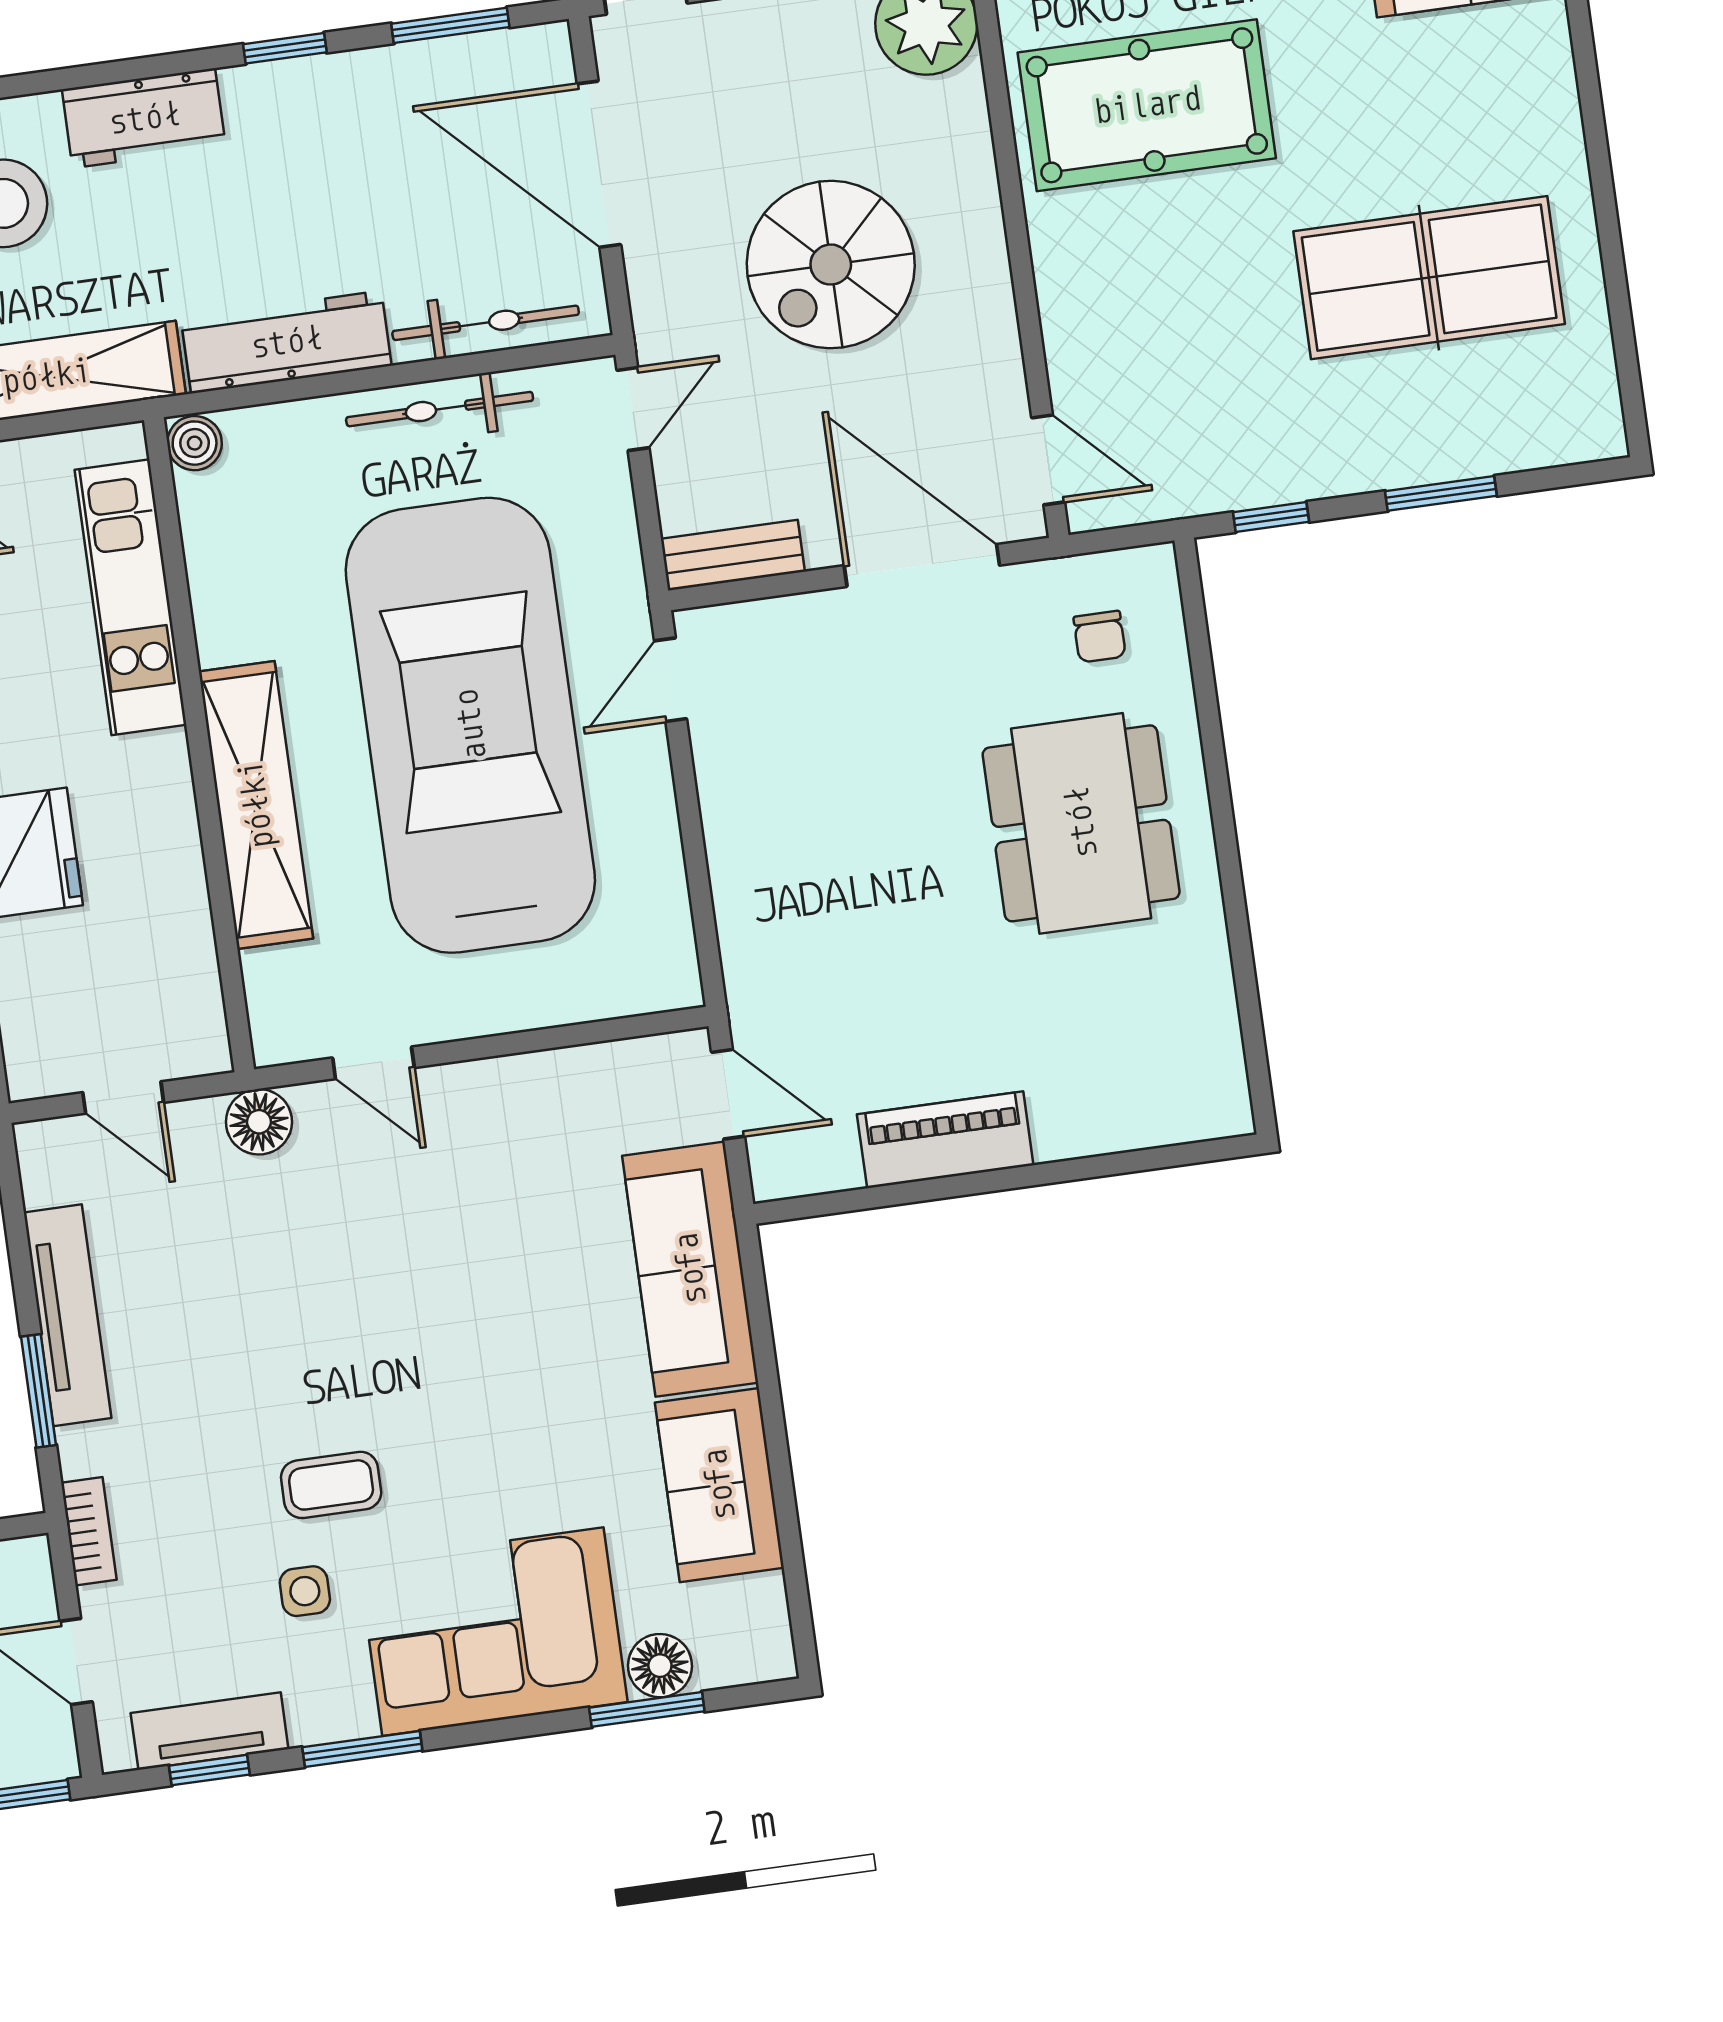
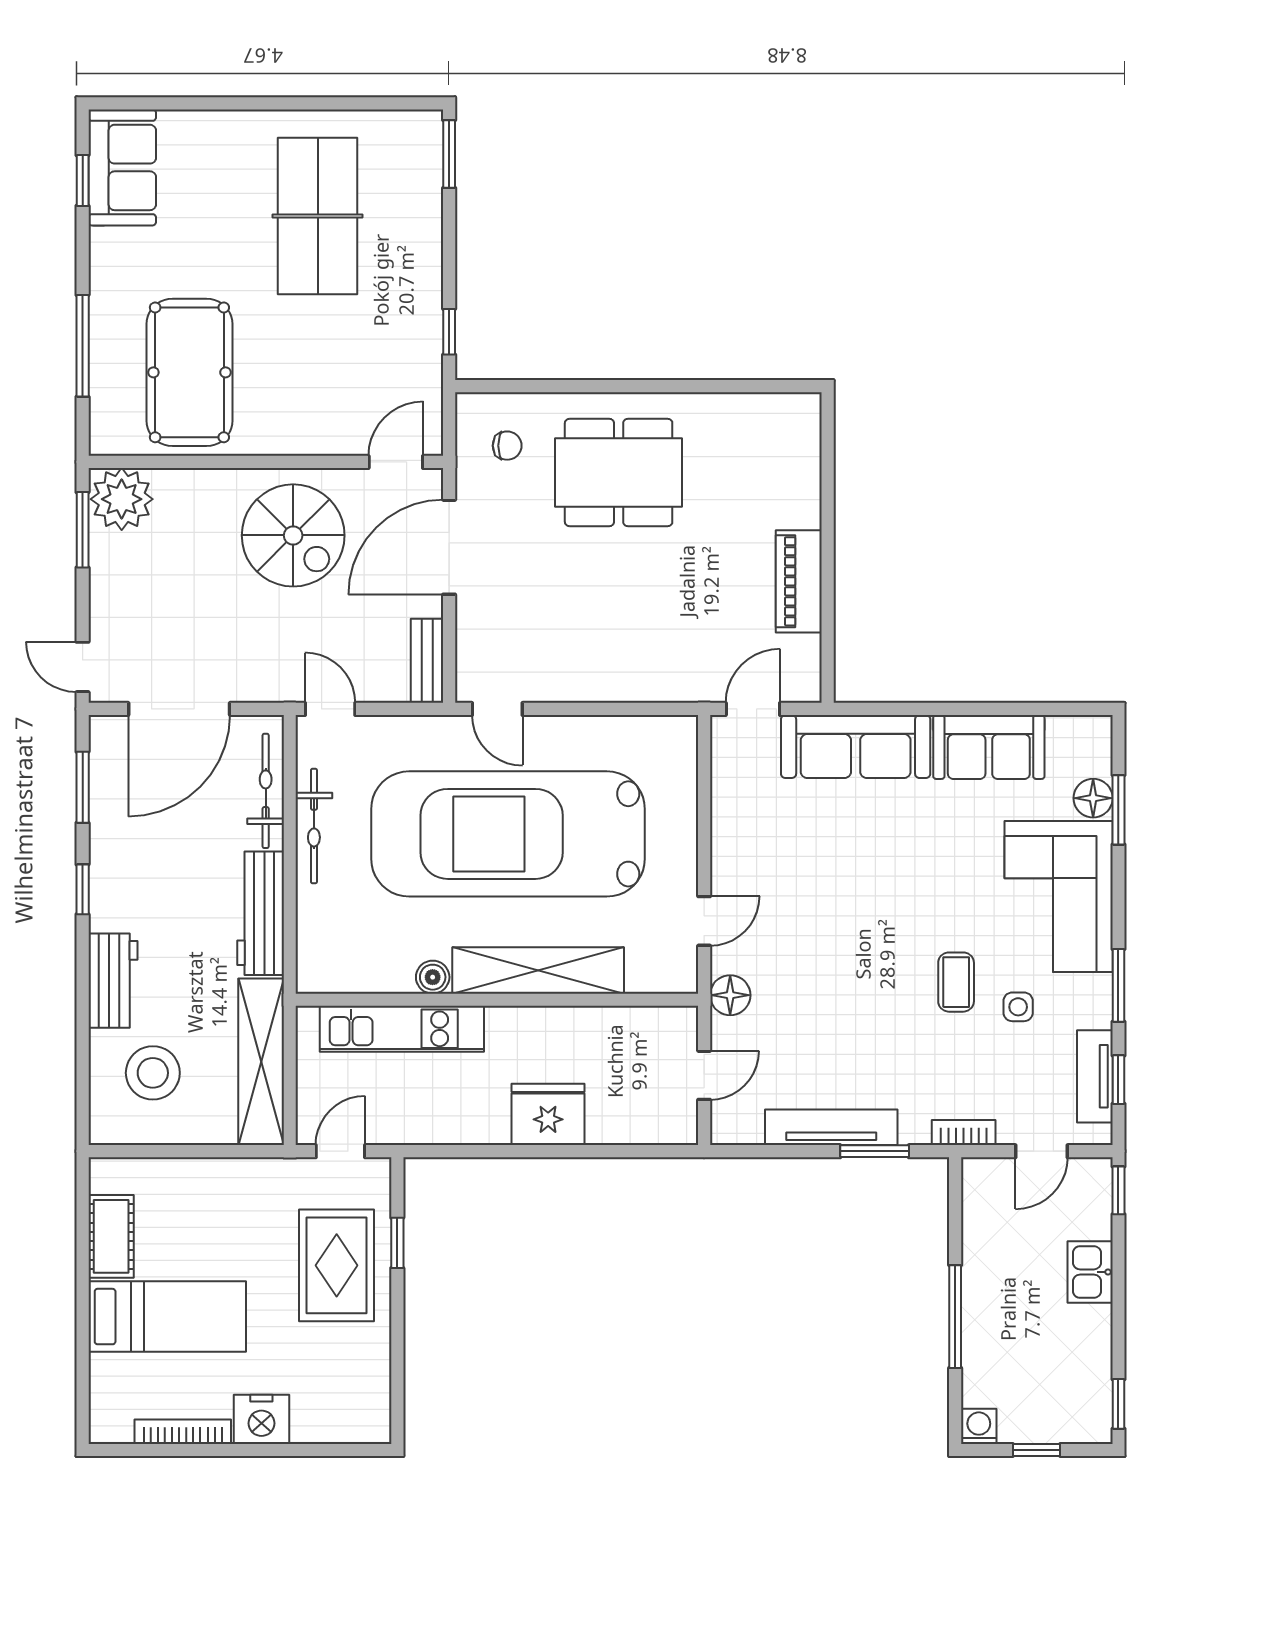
spiral stairs: (831, 265) -> (293, 535), moved
boiler: (195, 443) -> (433, 977), moved
window: (1441, 493) -> (449, 154), moved

